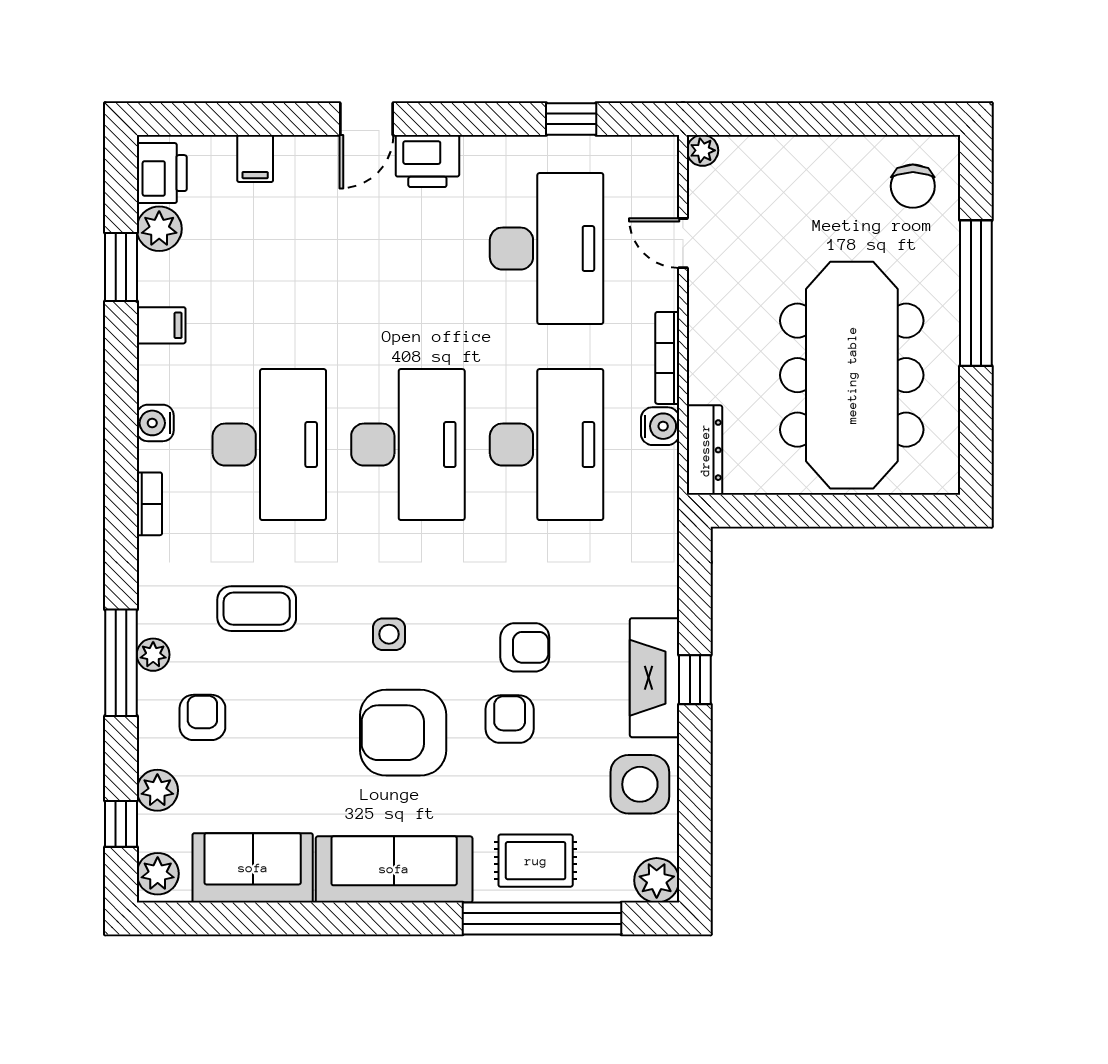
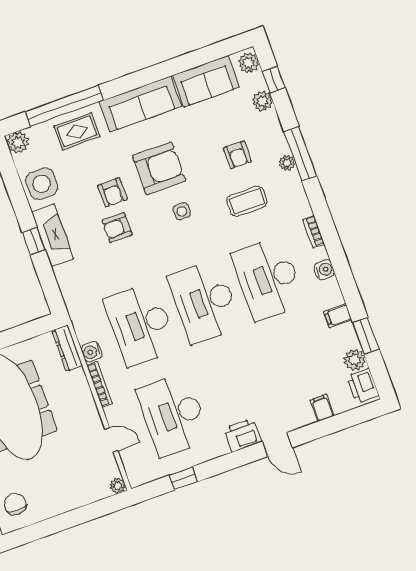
door: (366, 119) -> (277, 445), swing flipped
armchair: (202, 717) -> (237, 155), moved

